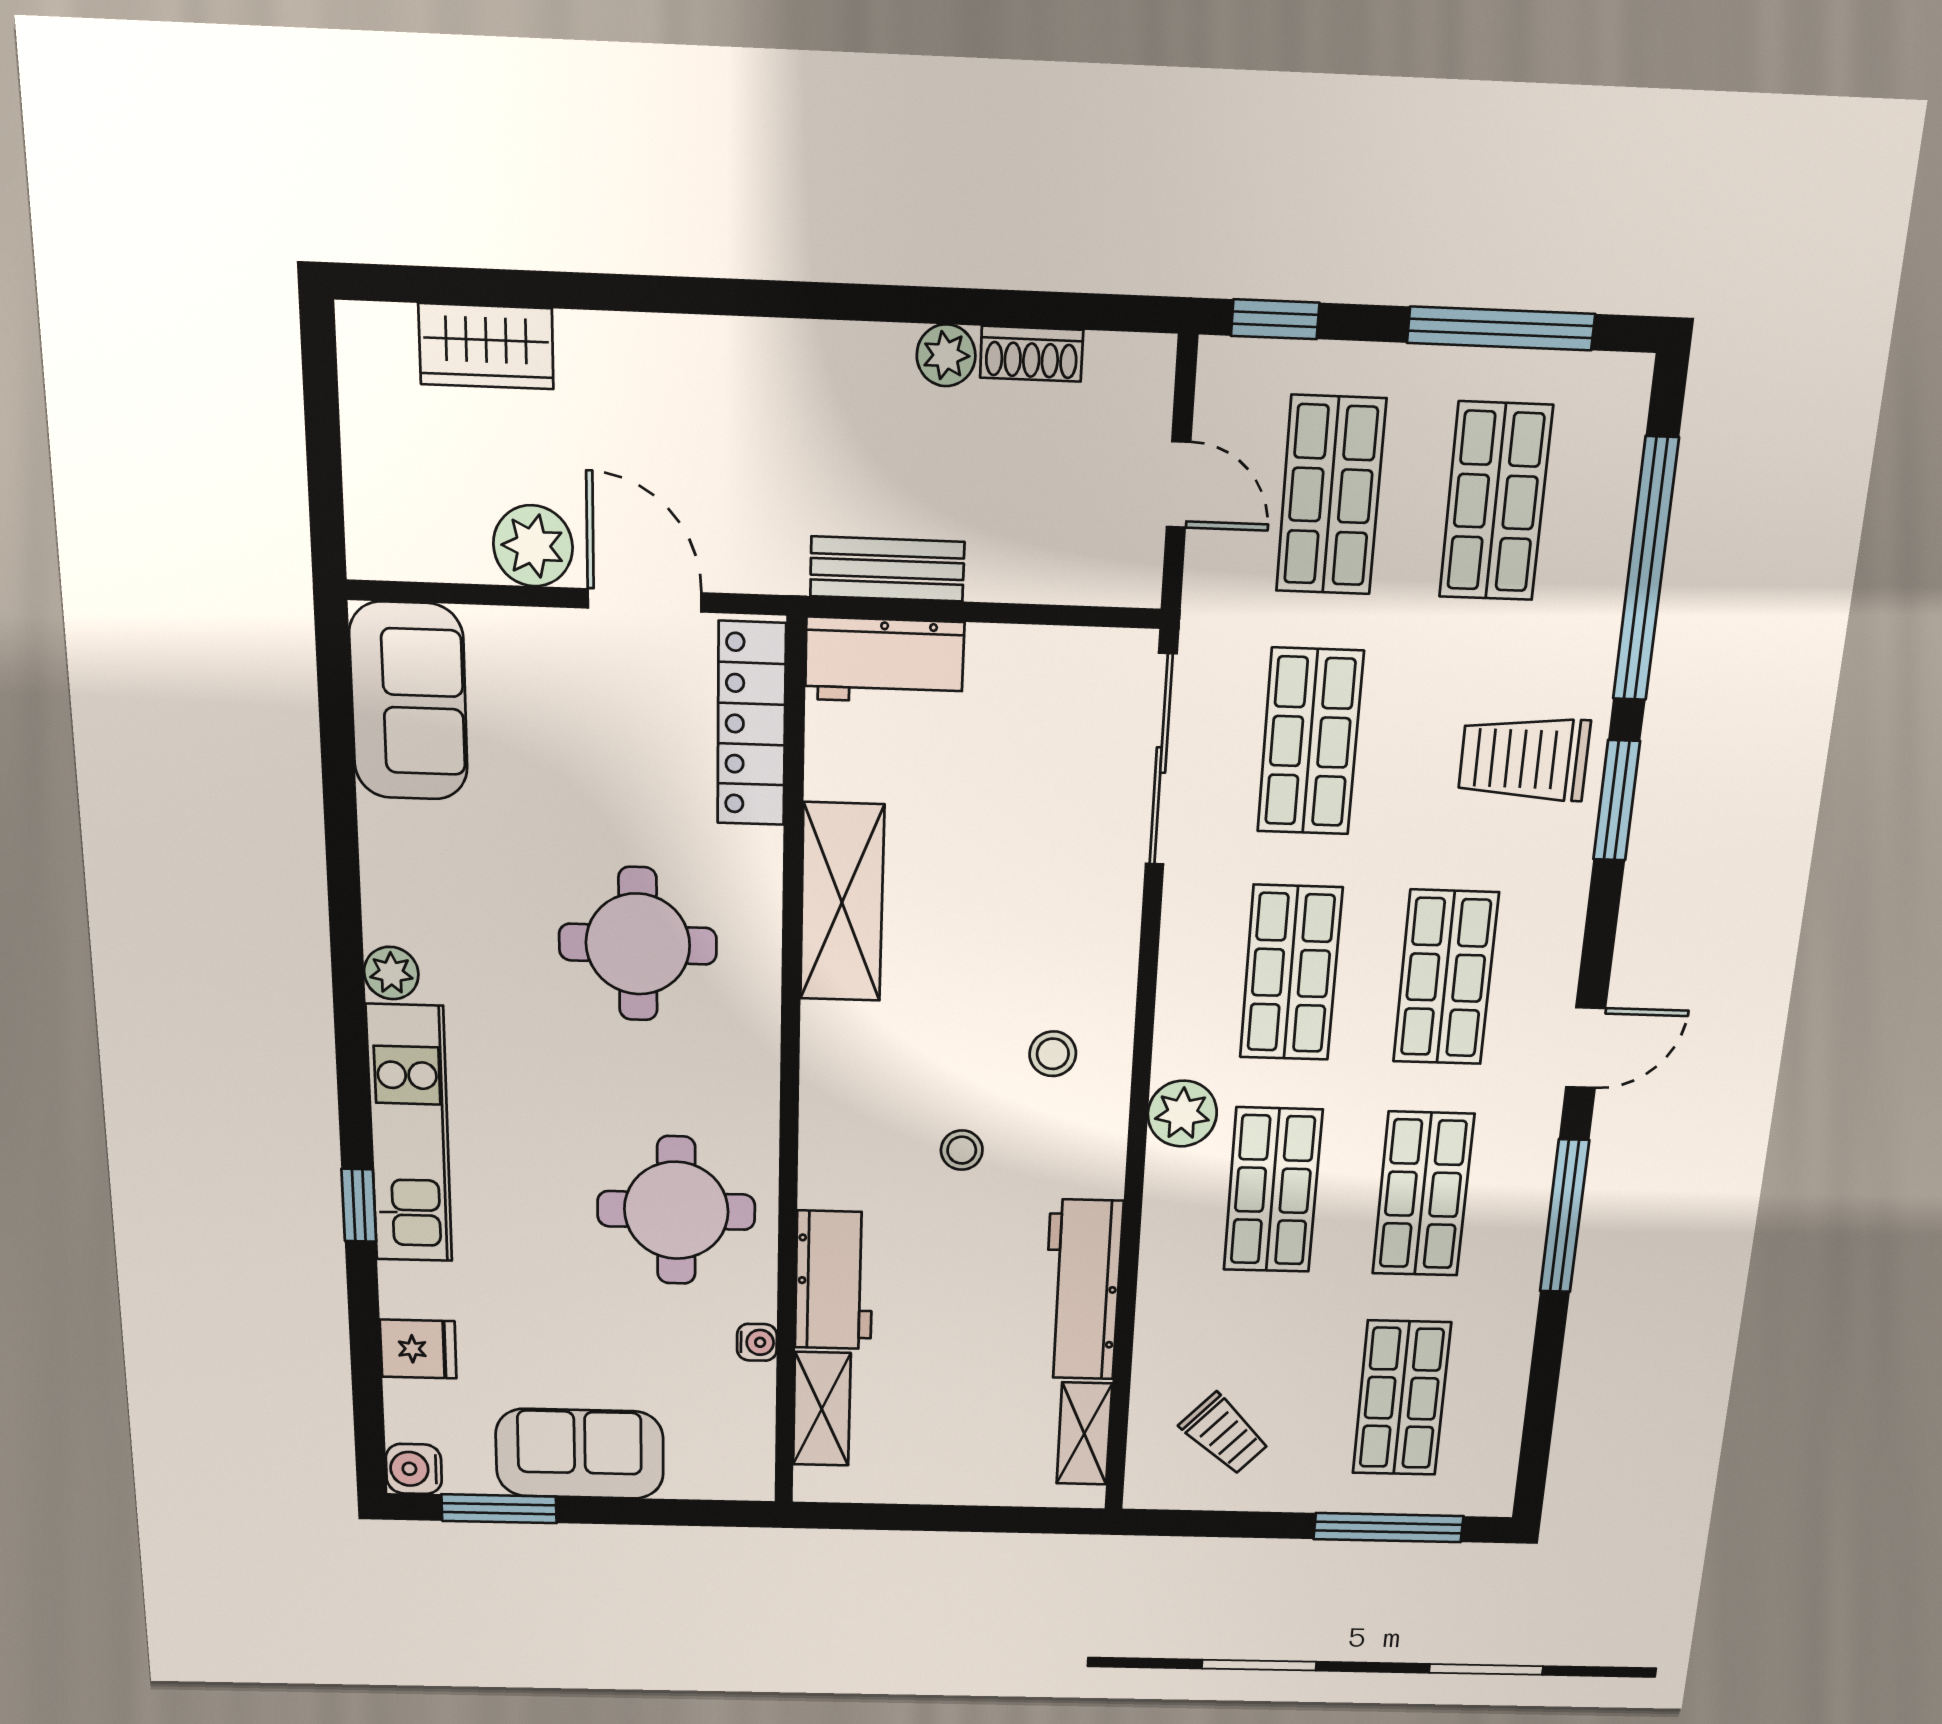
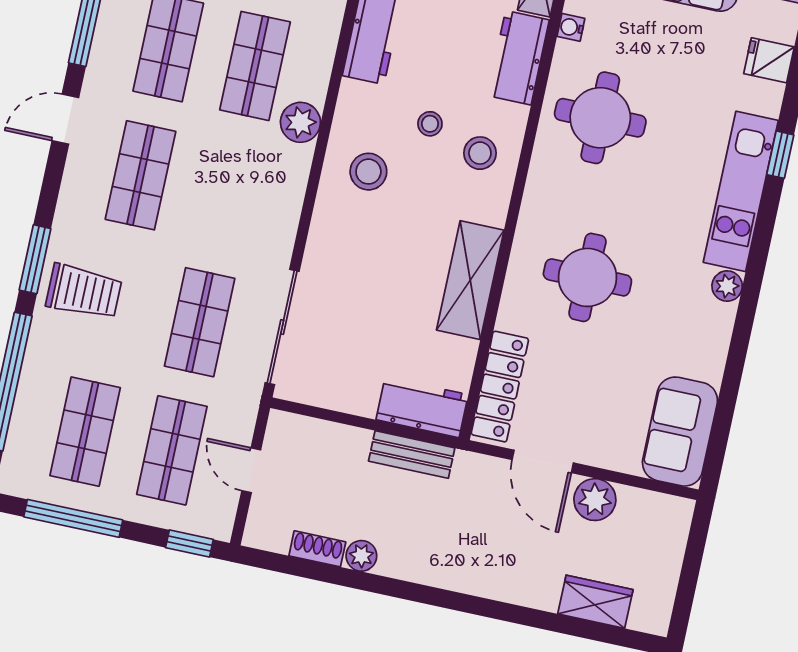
shop shelf: (1291, 973) -> (227, 194), removed
stool: (1053, 1054) -> (368, 172), width x1.37, depth x1.37
stool: (868, 1118) -> (480, 153), added

